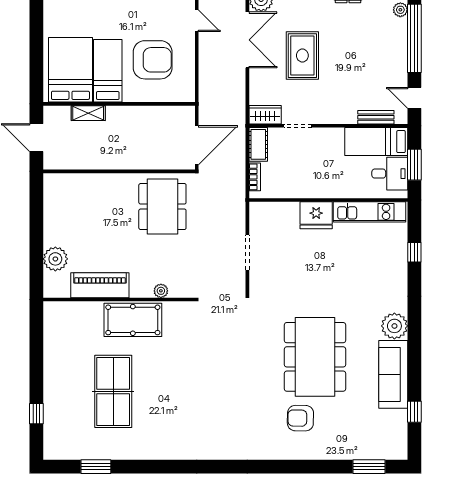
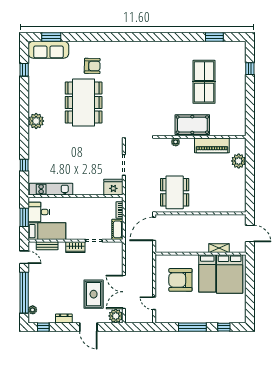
rug: (302, 56) -> (94, 294), moved
wardrobe: (265, 115) -> (75, 247), moved
fridge: (316, 215) -> (113, 187), moved
sofa: (393, 374) -> (48, 50), moved, turned 90

